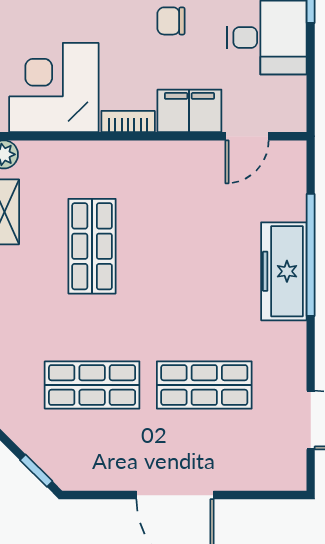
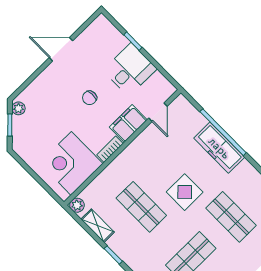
display table: (173, 286) -> (185, 192), added
shop shelf: (204, 385) -> (231, 217), turned 90

